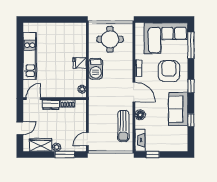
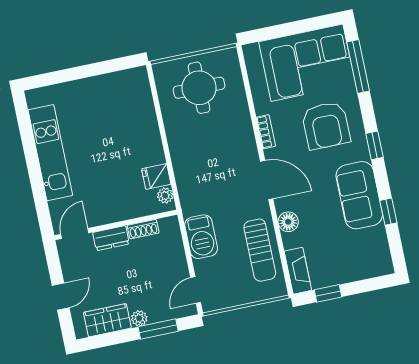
fridge: (80, 63) -> (156, 177), moved
barbecue: (96, 69) -> (201, 237), moved
armchair: (169, 71) -> (326, 125), turned 180

